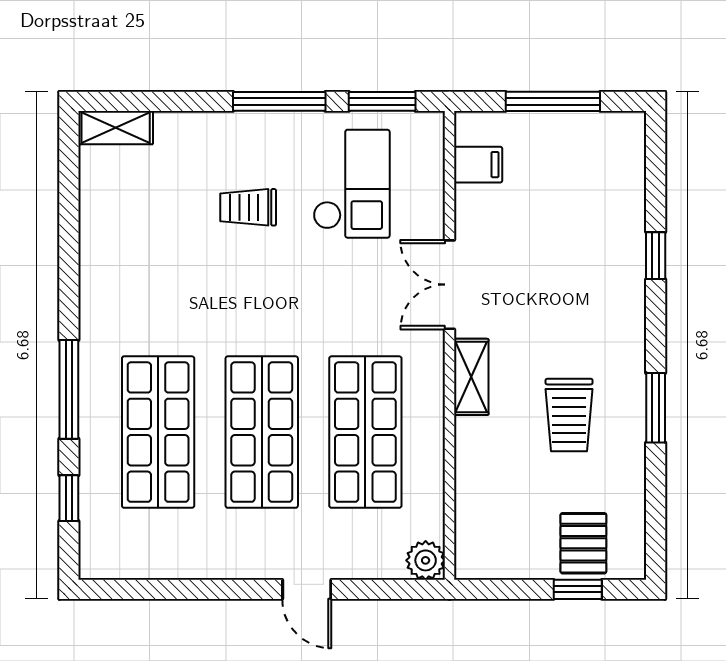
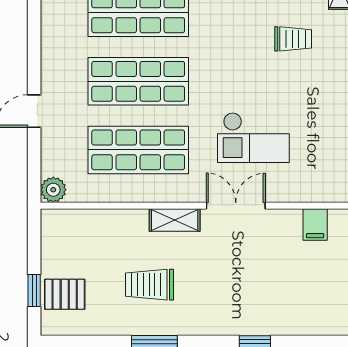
checkout: (352, 184) -> (253, 138), moved
trolley: (248, 207) -> (293, 39), moved, turned 90

